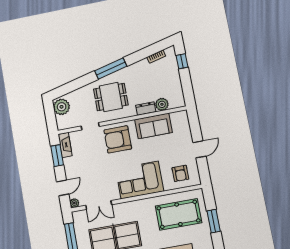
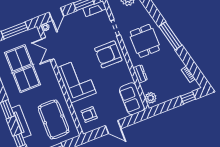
plant: (162, 104) -> (151, 98), moved
sofa: (154, 126) -> (132, 99), moved
armchair: (118, 139) -> (108, 54), turned -90
door: (63, 188) -> (56, 14), hinge flipped

